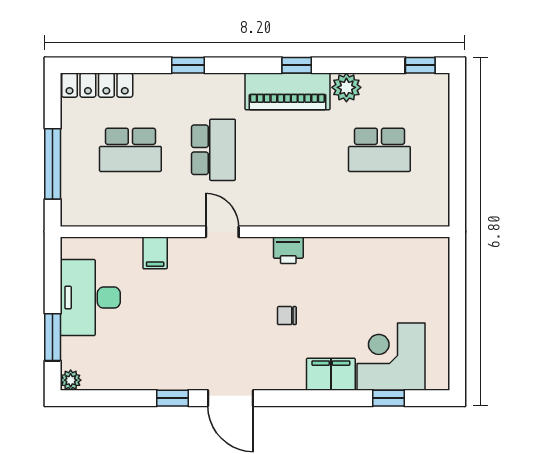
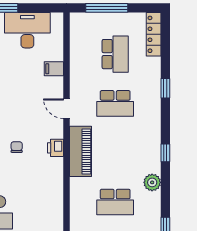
piano: (287, 91) -> (80, 151), moved, turned 180
school desk: (130, 150) -> (115, 54), turned 180
school desk: (379, 150) -> (115, 202), turned -90
door: (222, 232) -> (66, 109), swing flipped

